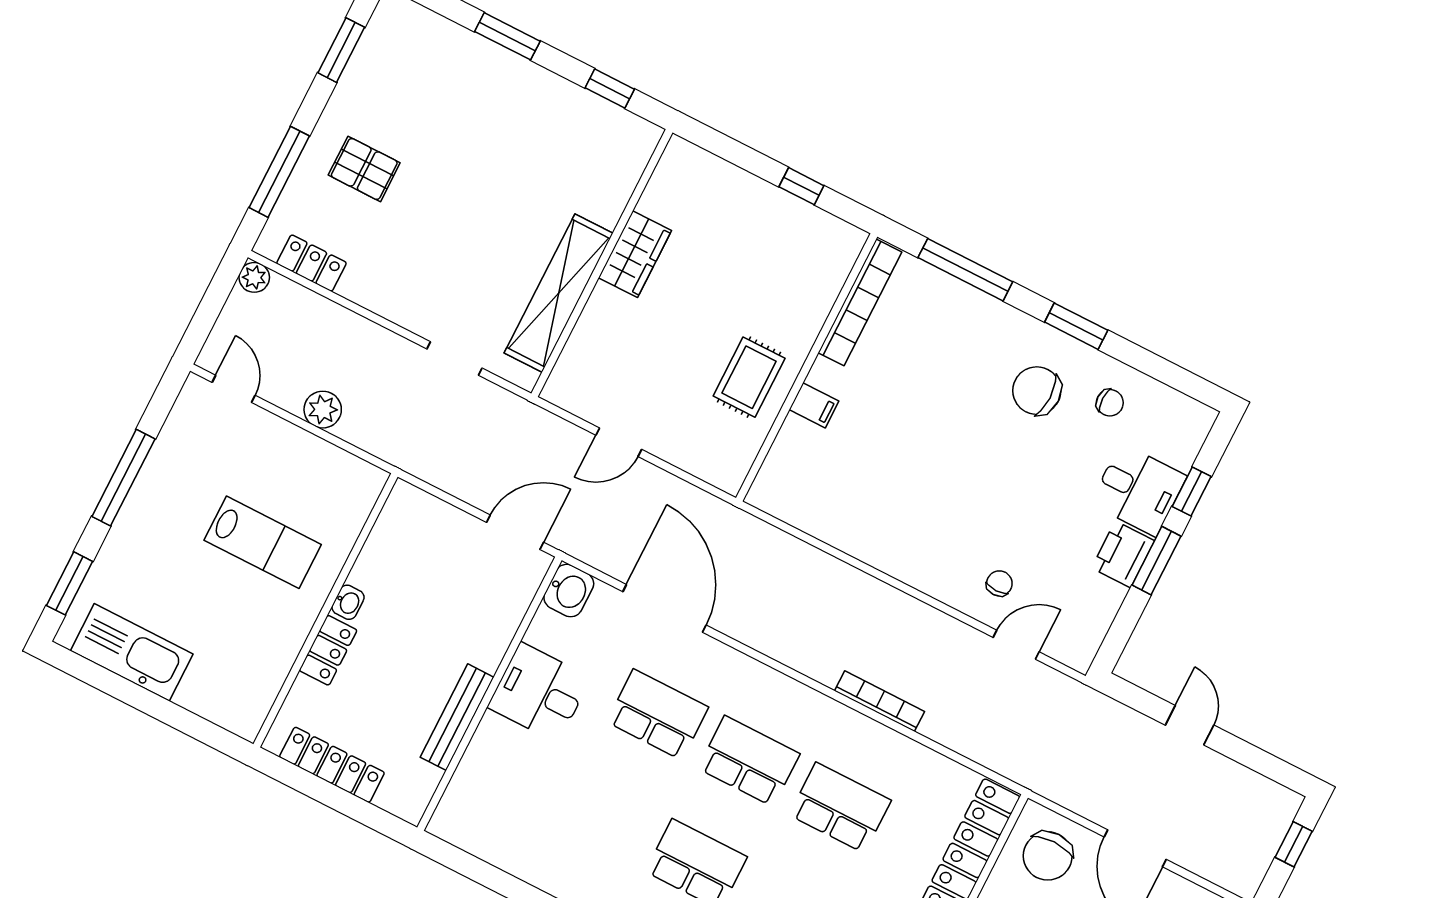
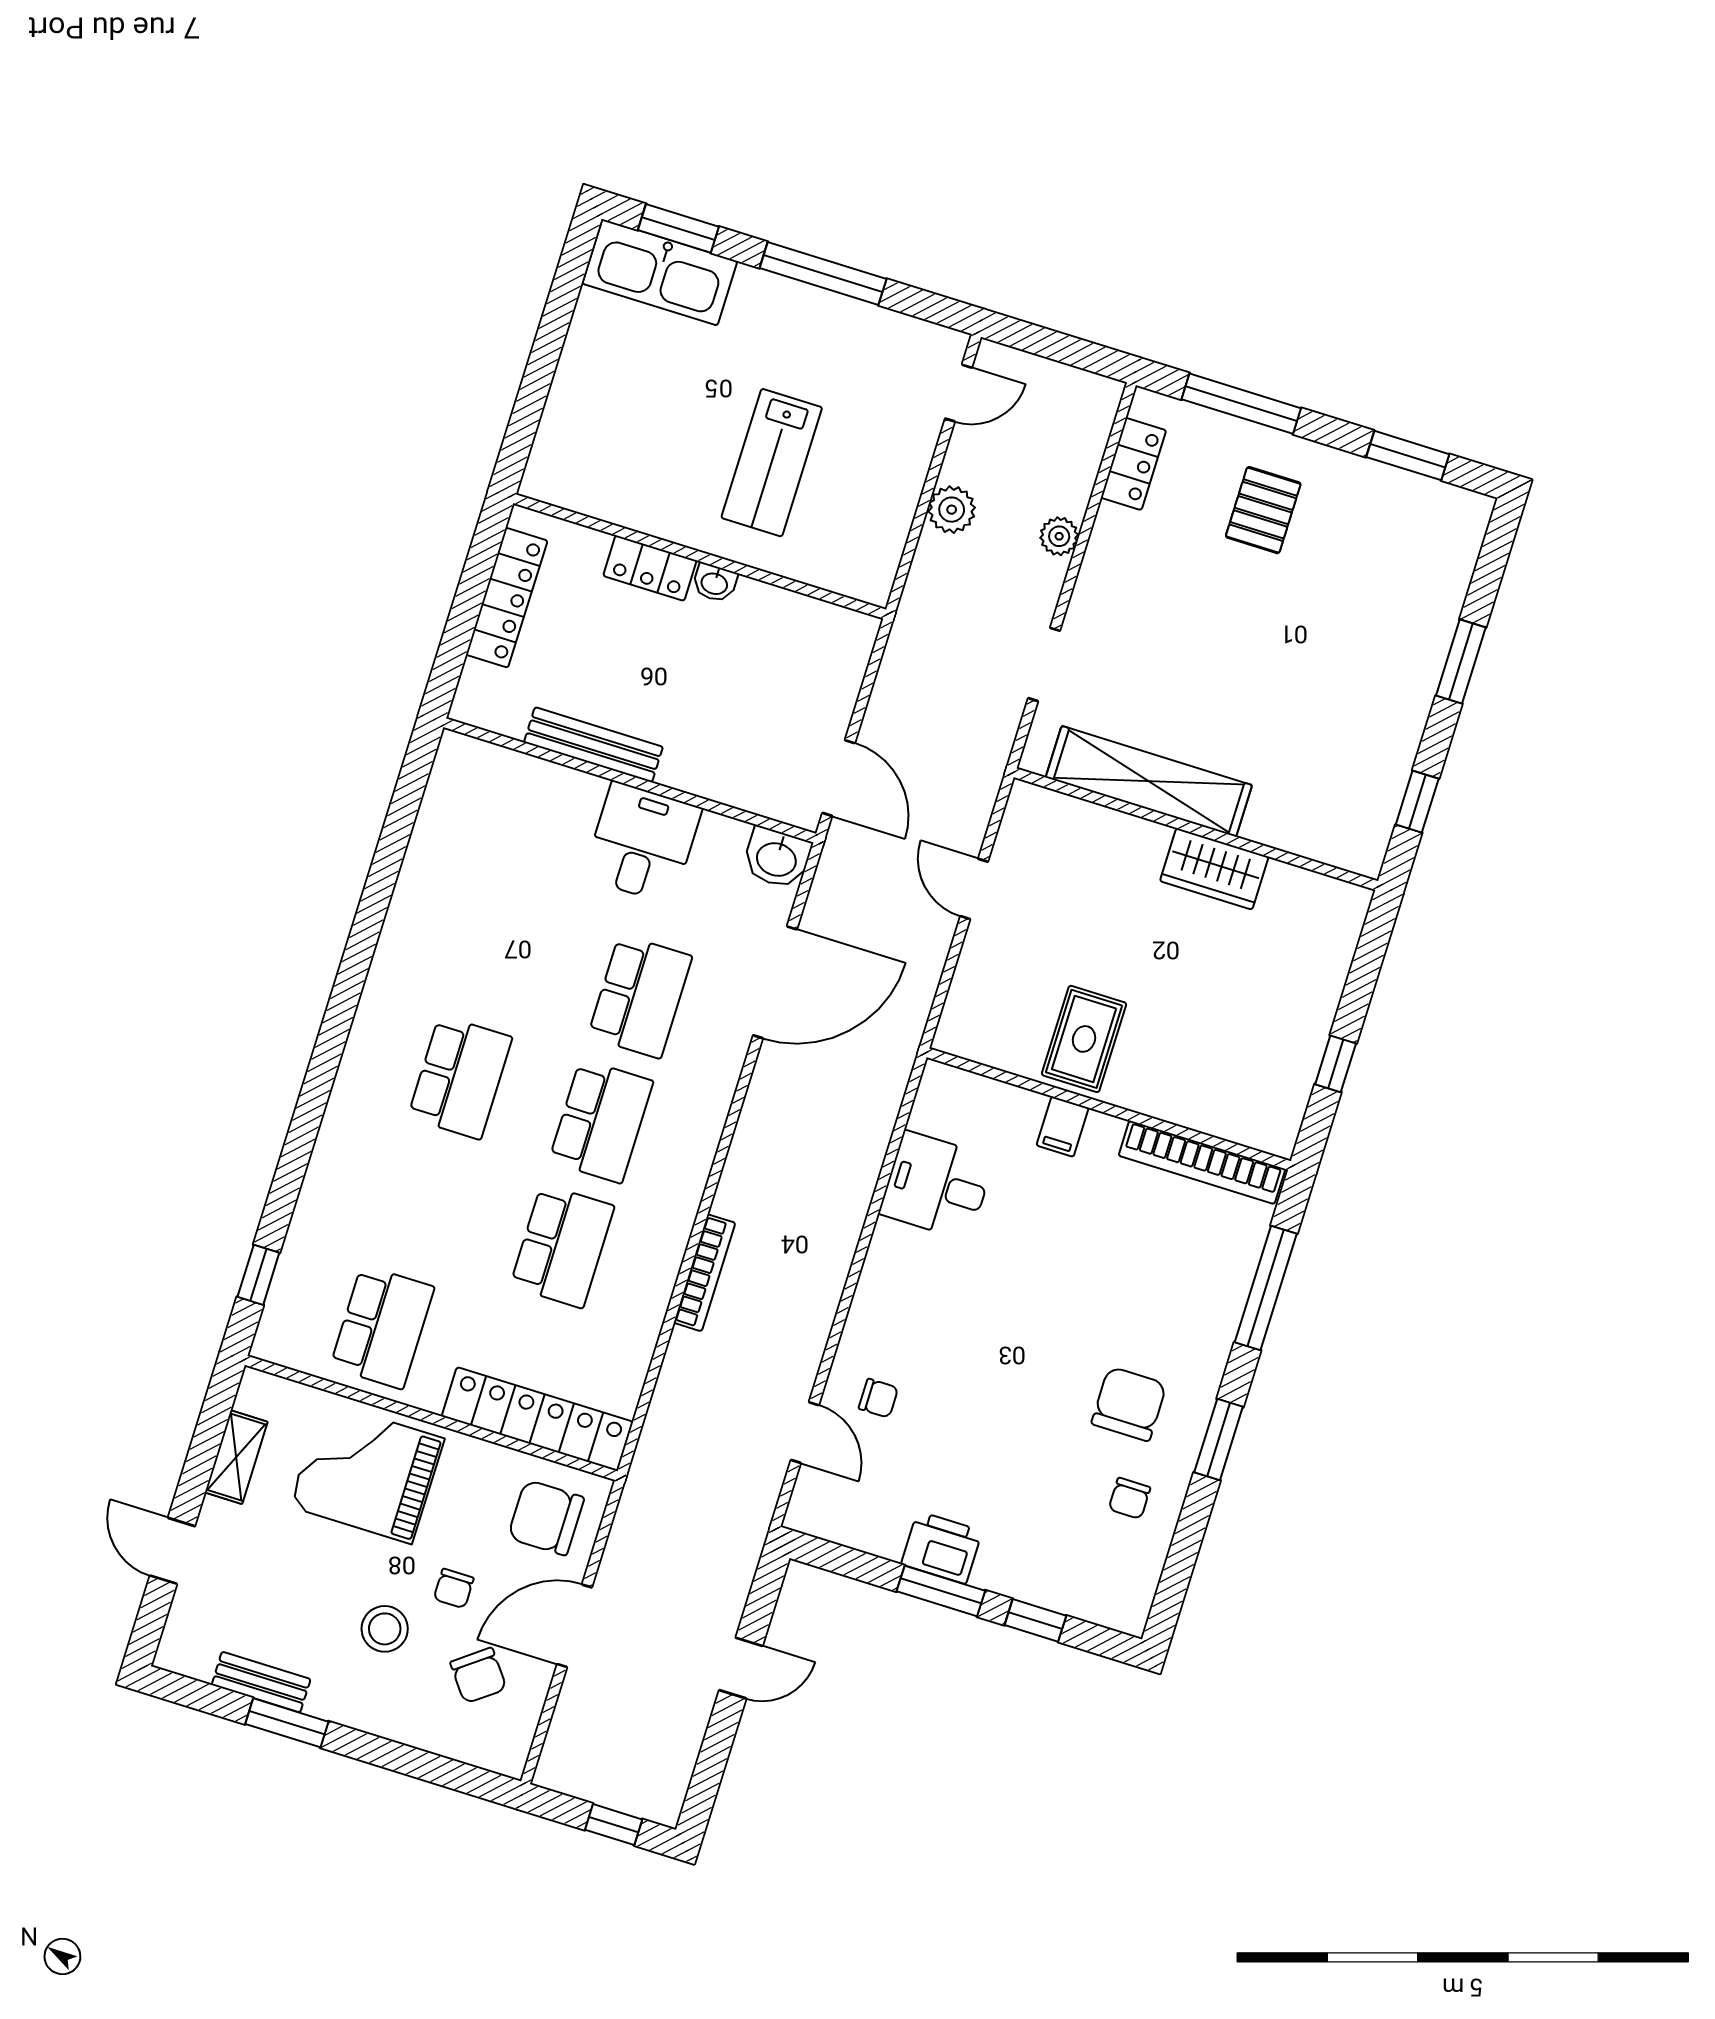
plant: (254, 277) -> (1059, 536), moved
rug: (749, 377) -> (1084, 1039), turned 90
desk: (1138, 490) -> (937, 1186), moved, turned 90
kitchen sink: (132, 652) -> (660, 272), moved, turned 90

